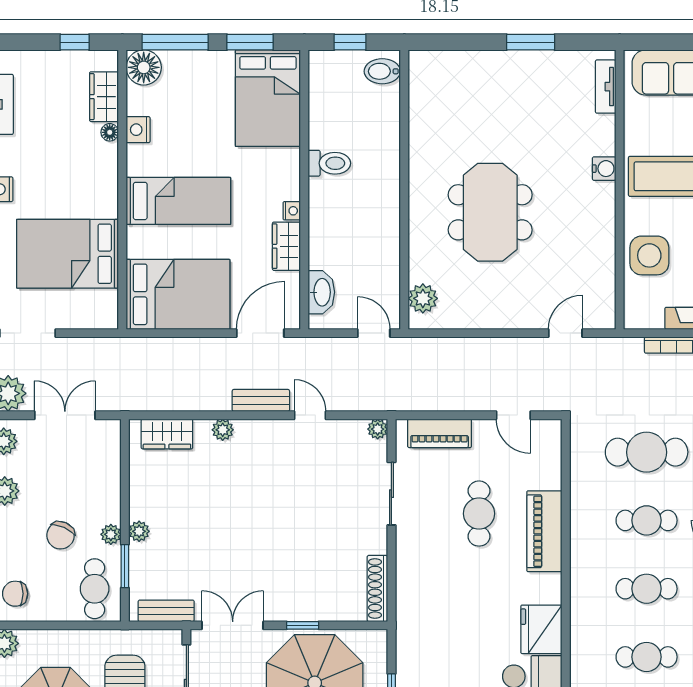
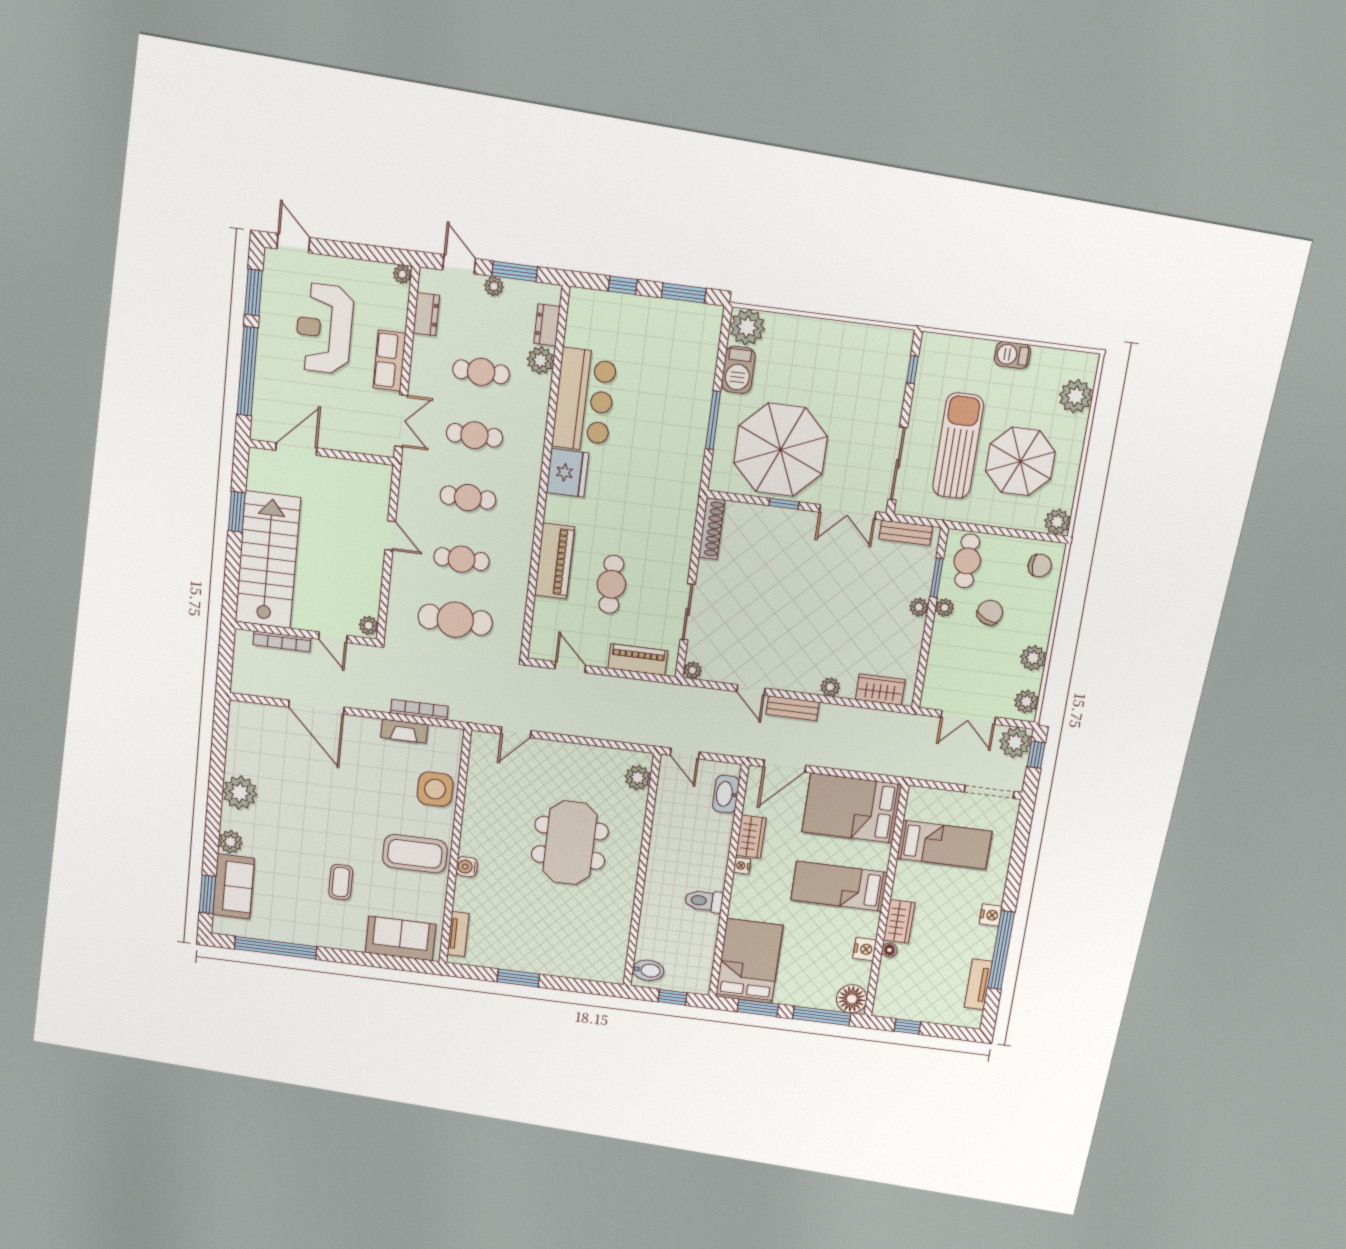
wardrobe: (104, 97) -> (899, 921), moved
bed: (68, 254) -> (944, 845), width x0.67

